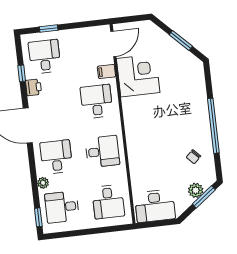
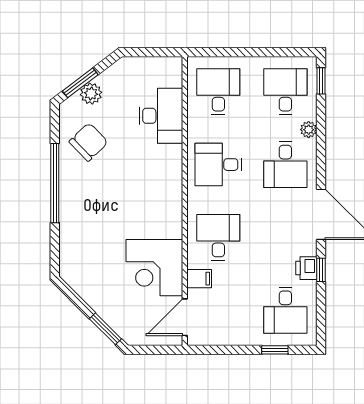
window: (181, 40) -> (105, 329), moved
window: (22, 73) -> (321, 270), moved
desk: (97, 101) -> (218, 237), turned 180
chair: (193, 157) -> (89, 142), width x1.87, depth x1.87
desk: (155, 206) -> (161, 116), moved, turned 90
desk: (62, 207) -> (285, 92), turned -90

